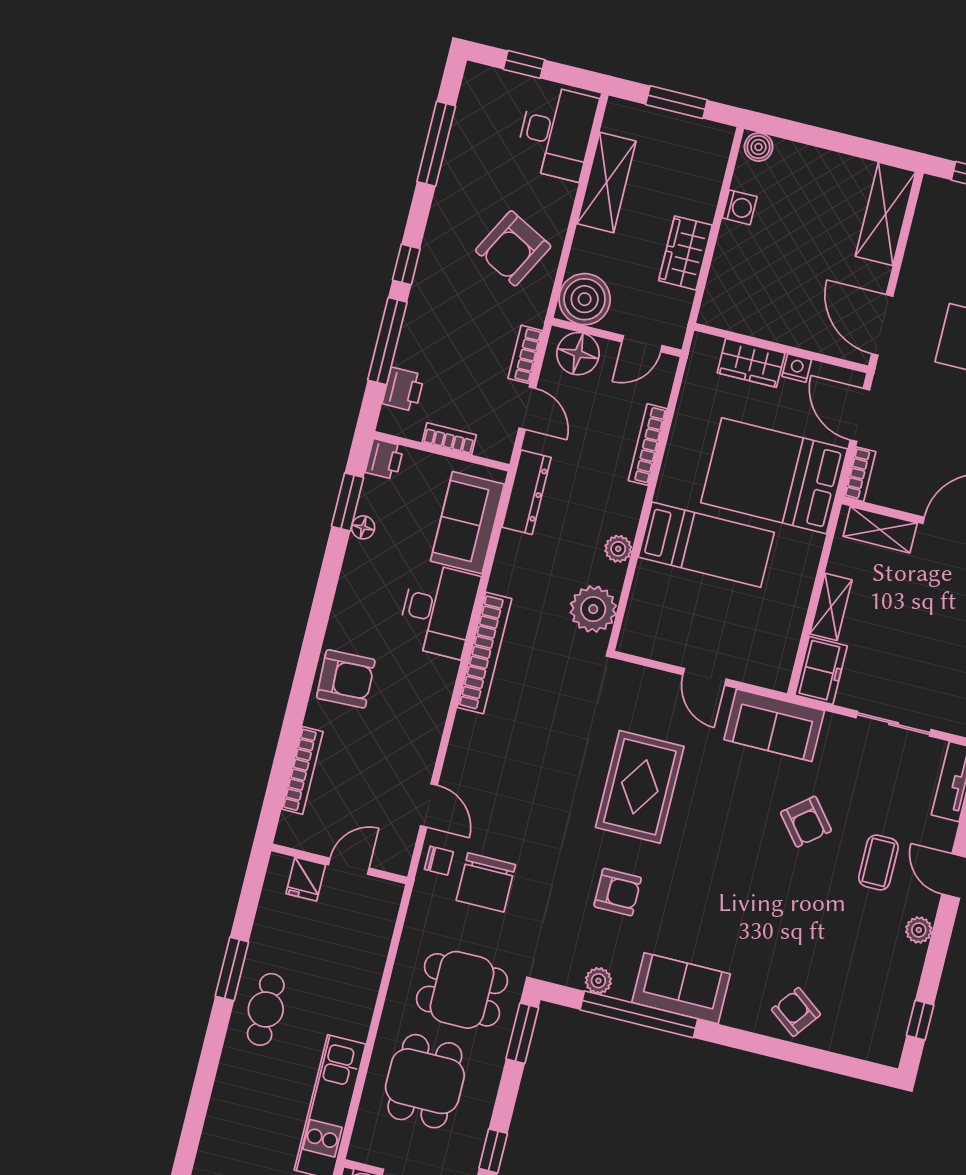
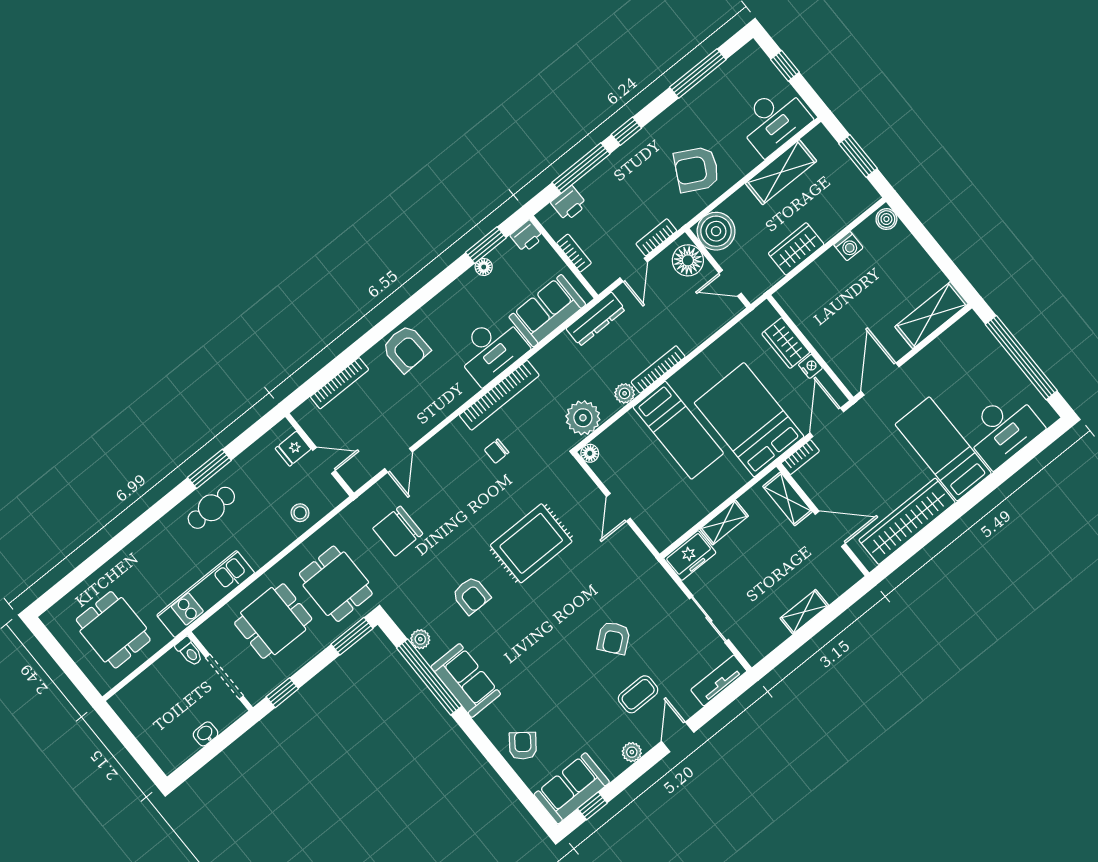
bookcase: (648, 445) -> (658, 369), moved
floor lamp: (630, 642) -> (590, 453), added
sofa: (774, 725) -> (572, 788), moved, turned 90
chair: (439, 861) -> (497, 451), moved, turned 90
stool: (366, 942) -> (300, 513), added

